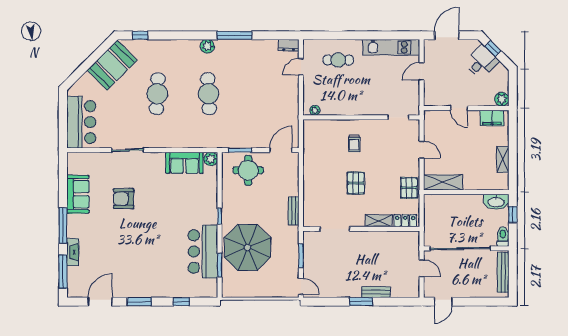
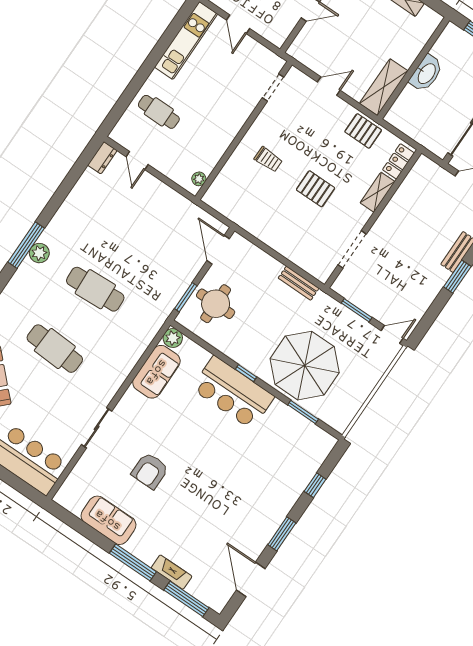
window: (235, 35) -> (26, 245), moved
cafe table: (338, 60) -> (159, 112), turned 90
washbasin: (496, 202) -> (426, 73), moved
bar counter: (203, 252) -> (233, 392), moved

